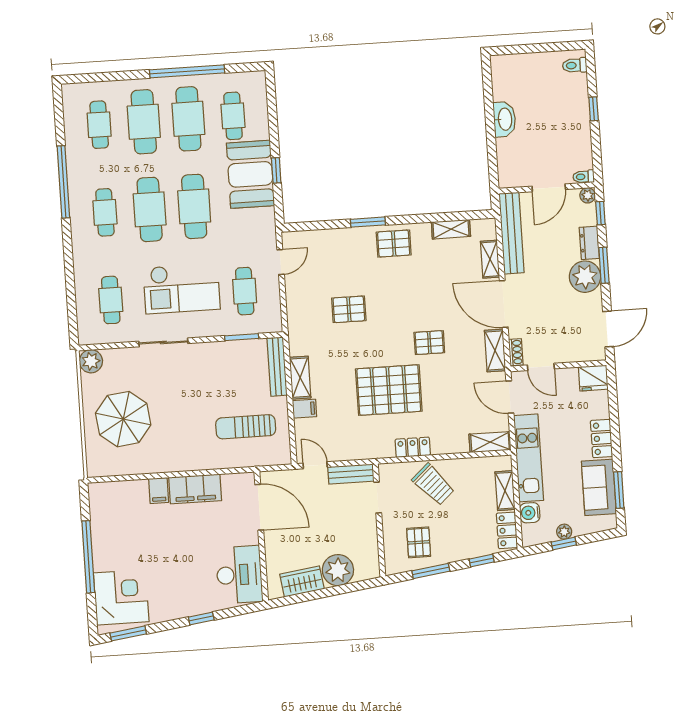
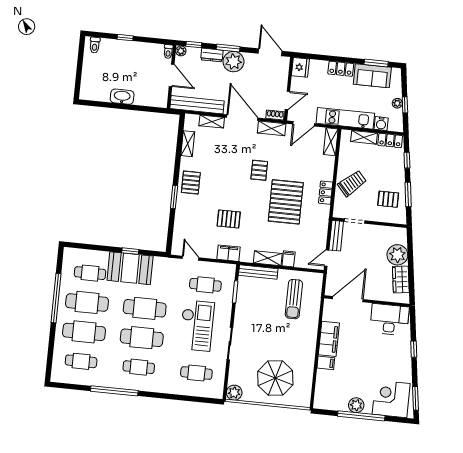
door: (504, 304) -> (242, 118), swing flipped
pallet: (349, 309) -> (229, 219), turned 90
filing cabinet: (298, 318) -> (229, 253), added
plant: (103, 547) -> (356, 405), added

